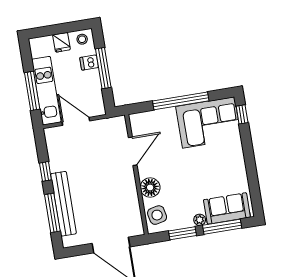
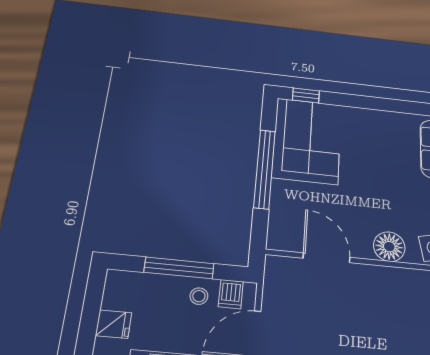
stool: (82, 39) -> (199, 296), moved
dishwasher: (89, 63) -> (231, 294), moved

